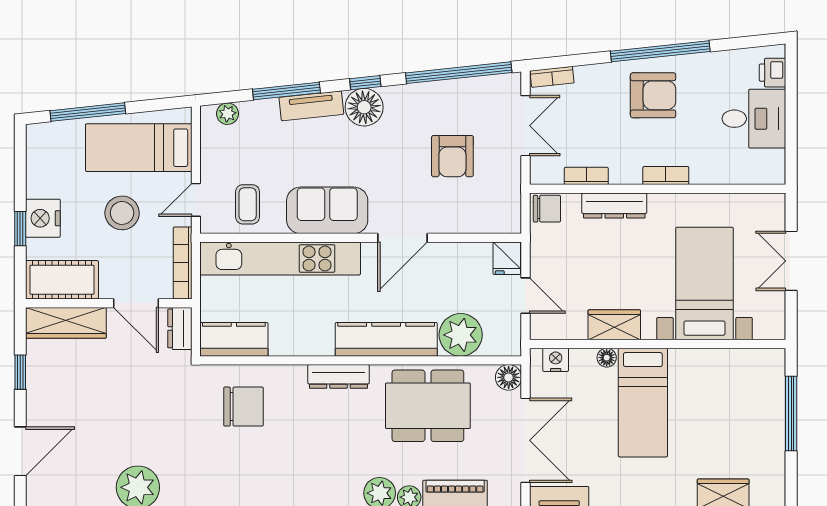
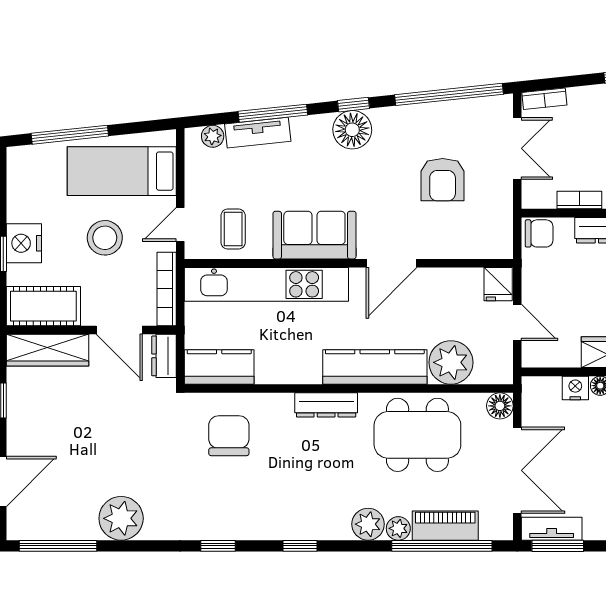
tv unit: (311, 106) -> (258, 133), moved
nightstand: (556, 360) -> (575, 388), moved
chair: (243, 407) -> (229, 436), turned -90

